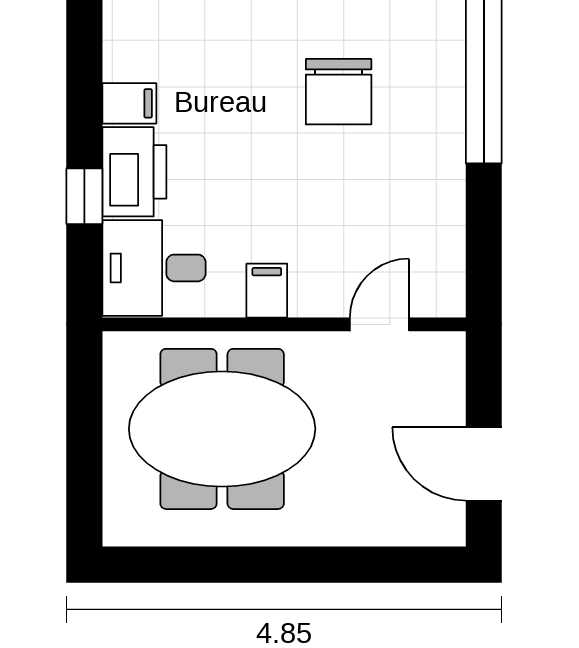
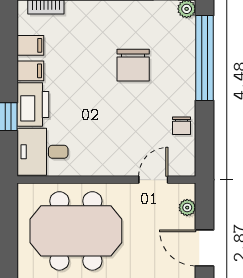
chair: (437, 215) -> (182, 126), added
filing cabinet: (267, 291) -> (30, 45), moved, turned 90
plant: (449, 381) -> (187, 208), added

